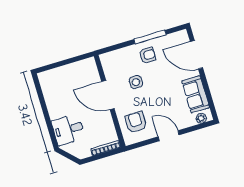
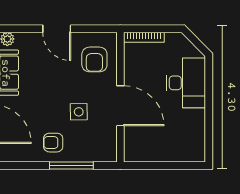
window: (150, 37) -> (71, 165), moved
desk: (68, 130) -> (186, 83), width x1.37

